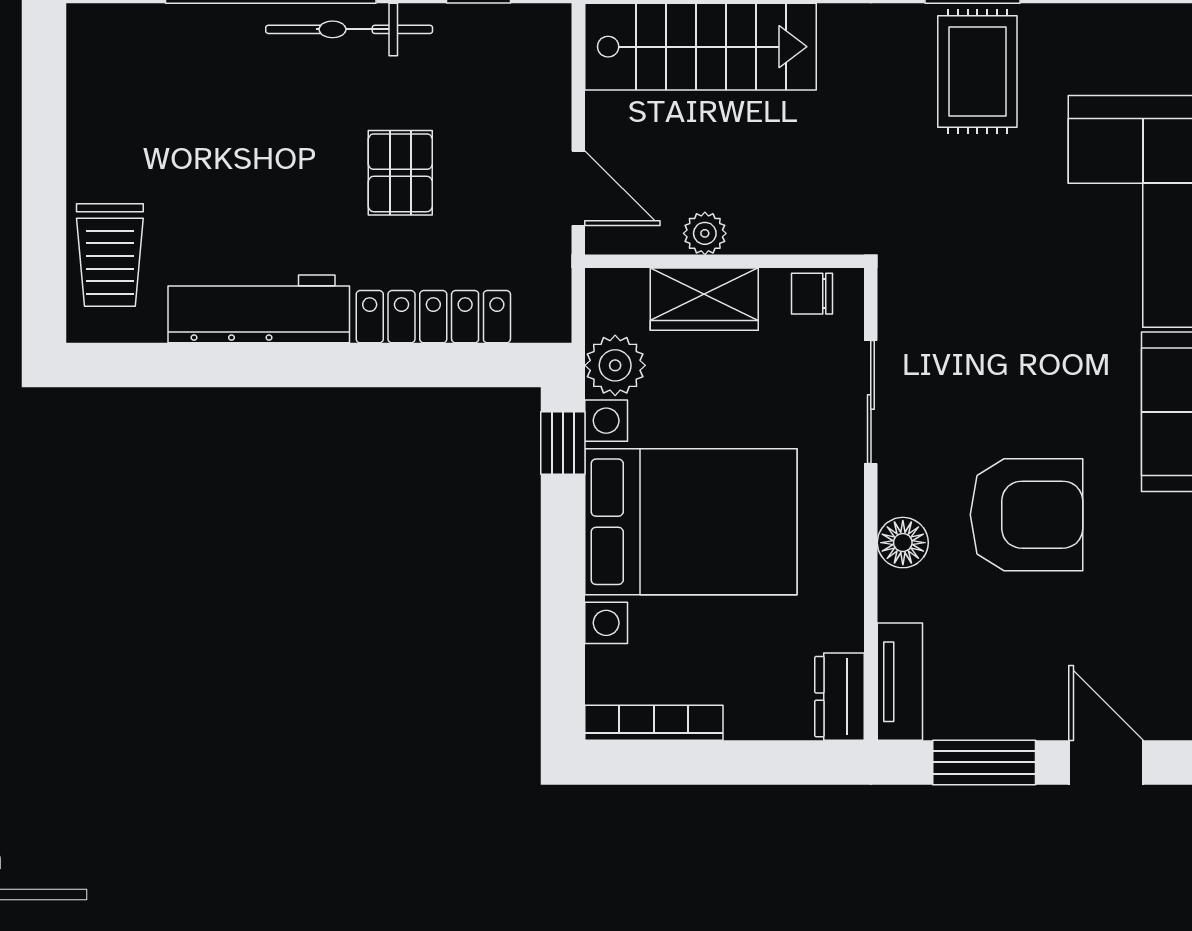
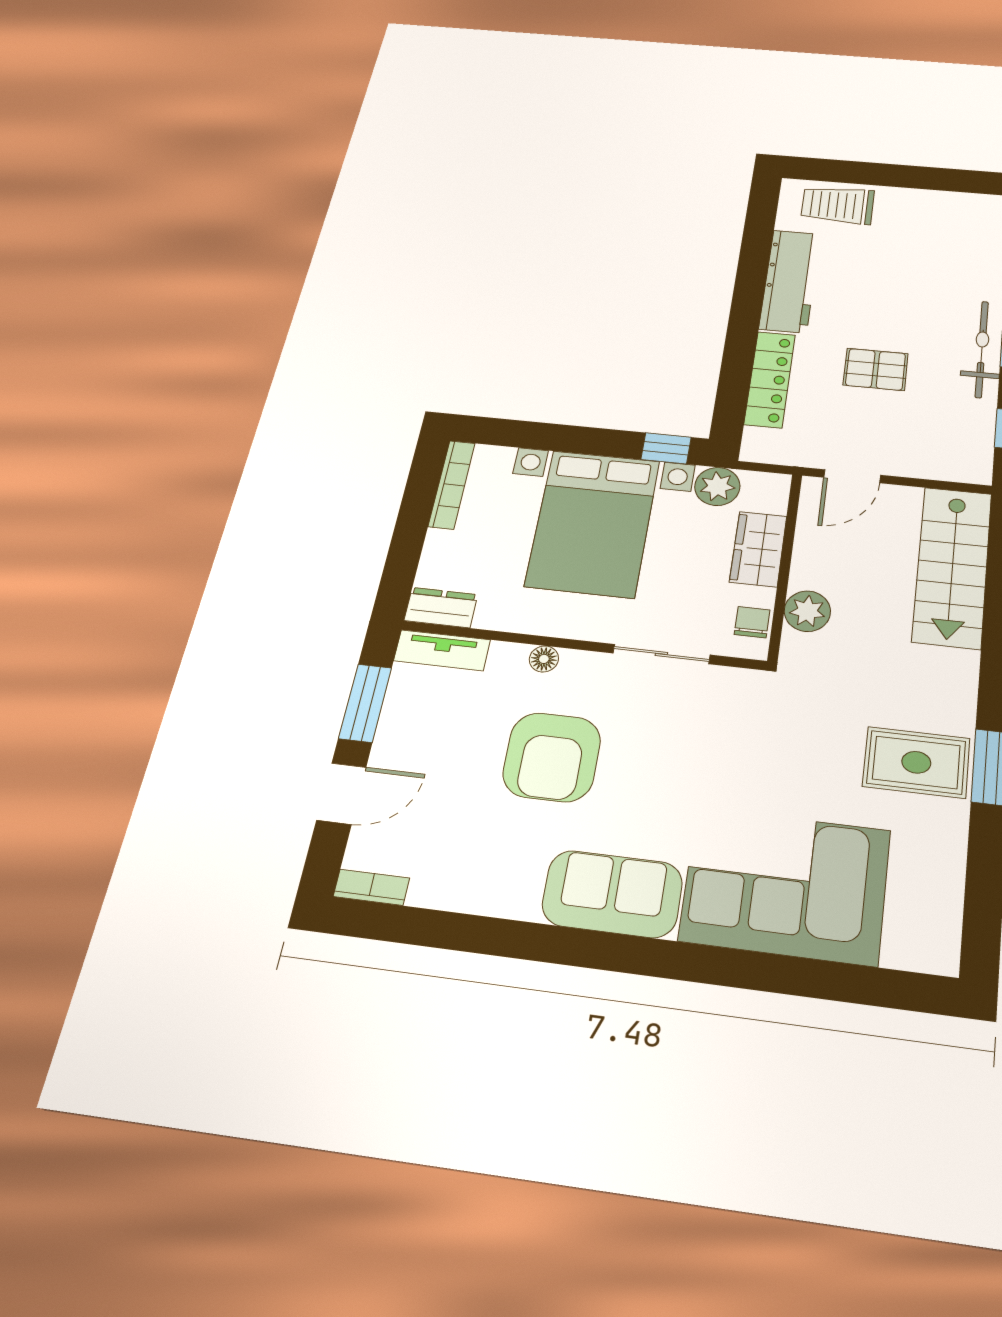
plant: (705, 233) -> (807, 611), moved, width x1.38, depth x1.38
floor lamp: (903, 543) -> (544, 659), width x0.73, depth x0.73

